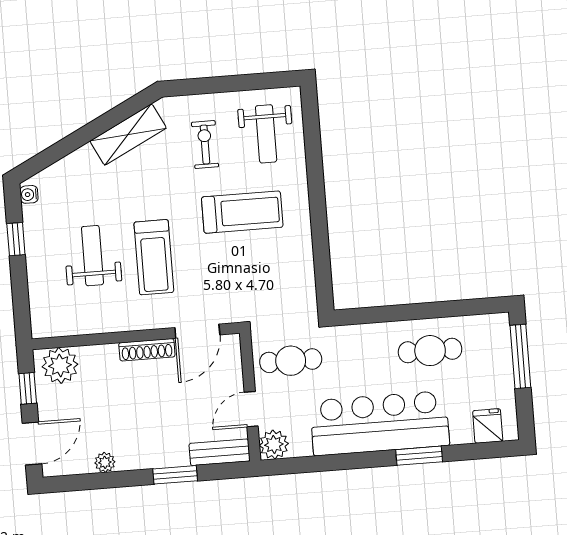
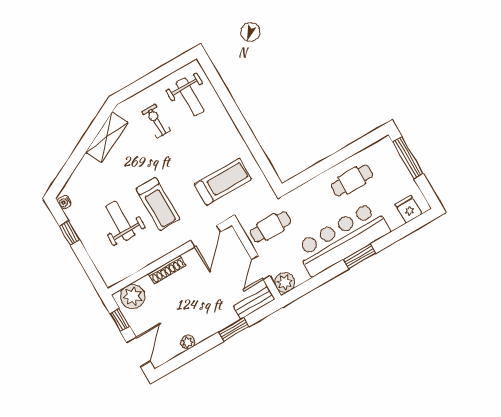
treadmill: (242, 212) -> (223, 182), moved
shoe rack: (147, 350) -> (167, 270), moved
window: (419, 456) -> (359, 256), moved

